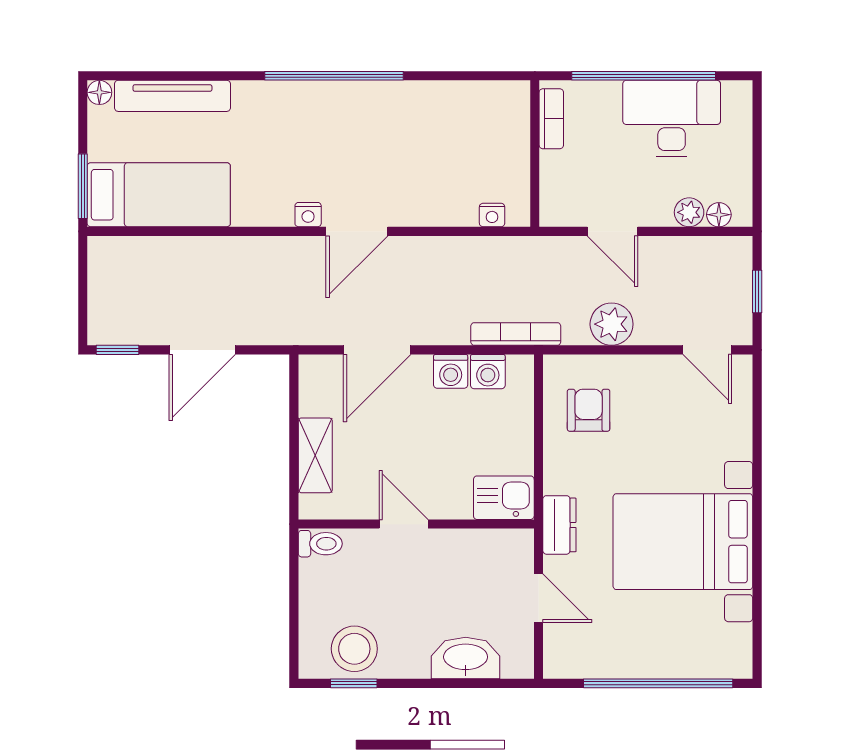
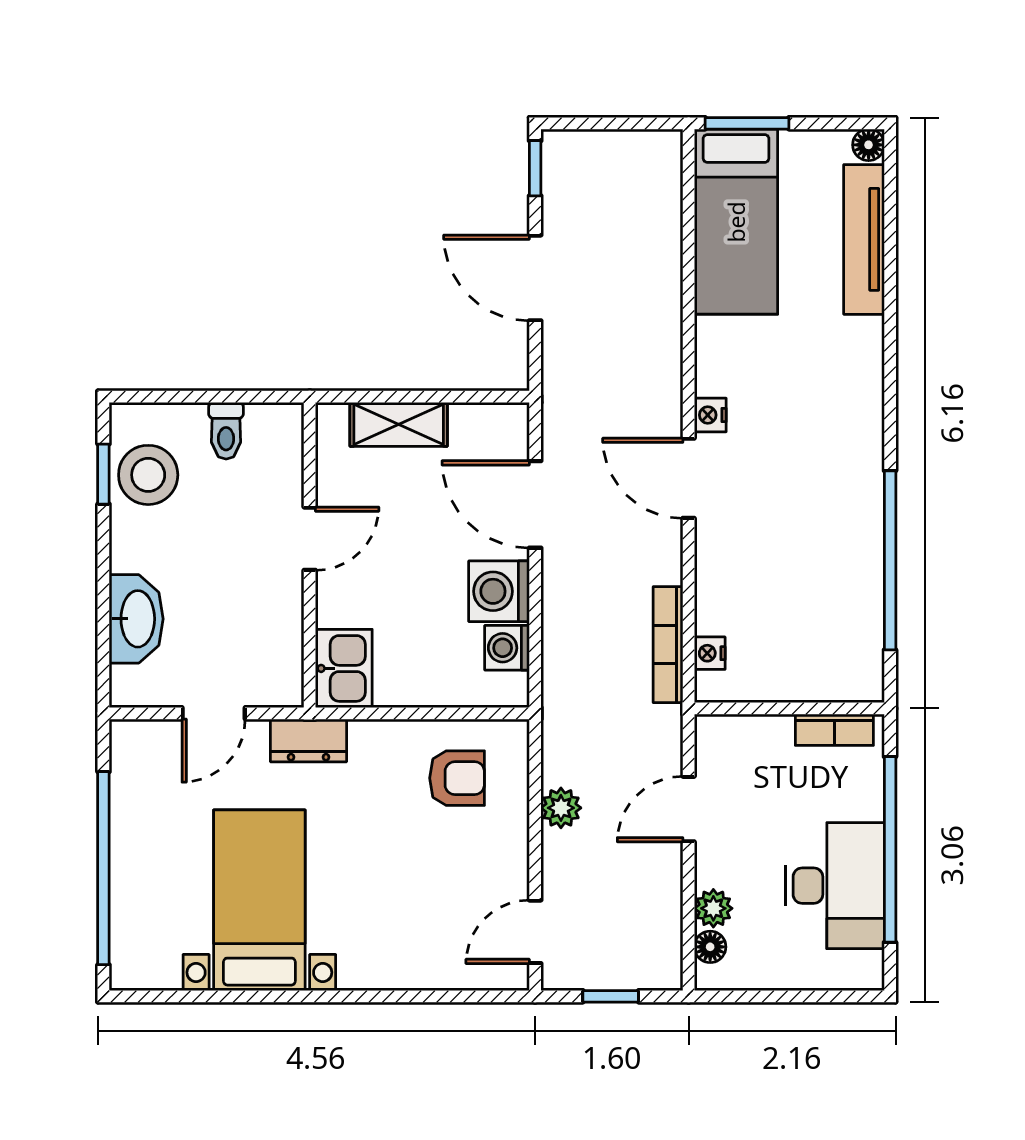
window: (334, 76) -> (890, 560), moved
plant: (612, 324) -> (561, 808), width x0.73, depth x0.73
bookcase: (516, 334) -> (668, 645), moved, turned 180
washing machine: (451, 371) -> (499, 591), width x1.38, depth x1.38
bed with nightstands: (683, 542) -> (259, 900), width x0.73
toilet: (320, 544) -> (226, 431), moved

